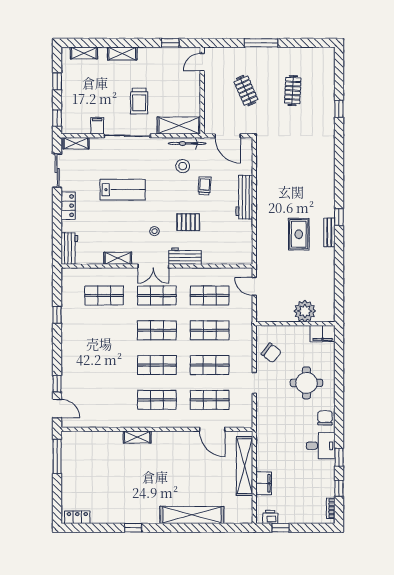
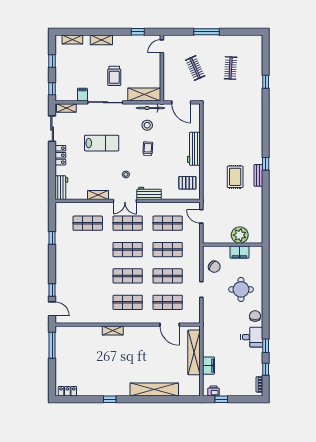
trolley: (205, 186) -> (148, 149), moved
pallet: (188, 222) -> (187, 183), moved
filing cabinet: (322, 334) -> (239, 252), moved

